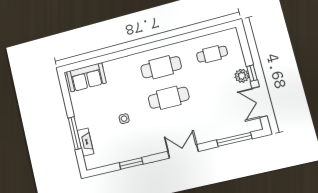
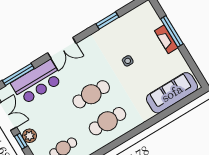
sofa: (86, 77) -> (172, 93), width x1.36
bar counter: (218, 126) -> (37, 82), added
fireplace: (85, 142) -> (166, 39), moved

